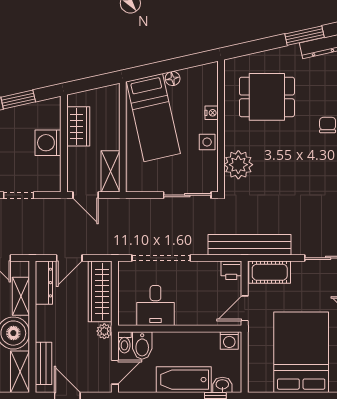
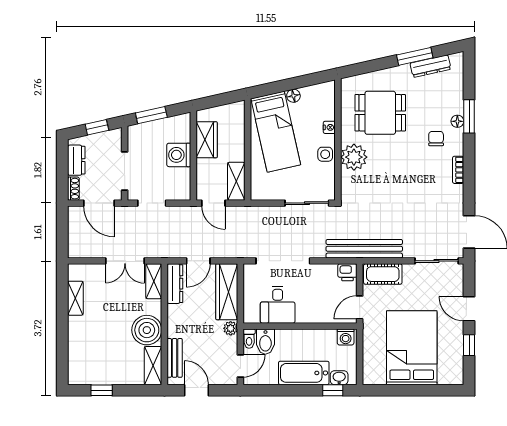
plant: (238, 165) -> (354, 157), moved
shelving: (21, 296) -> (154, 281), moved

